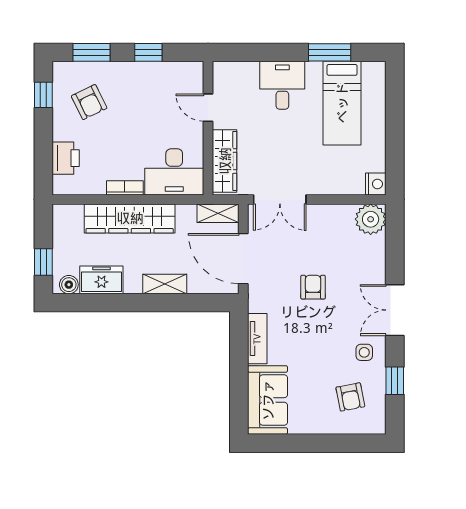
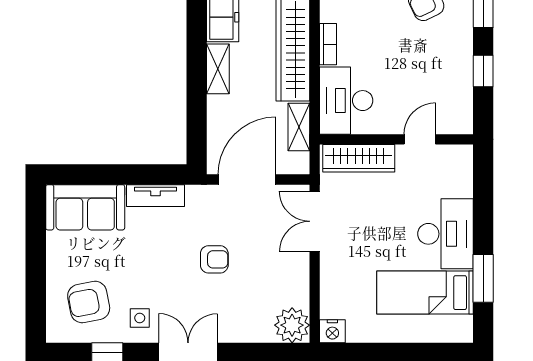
desk: (282, 85) -> (445, 234), width x1.37
shelving: (218, 213) -> (299, 127), moved
shelving: (165, 284) -> (218, 69), moved
armchair: (350, 397) -> (89, 302), width x1.38, depth x1.38

